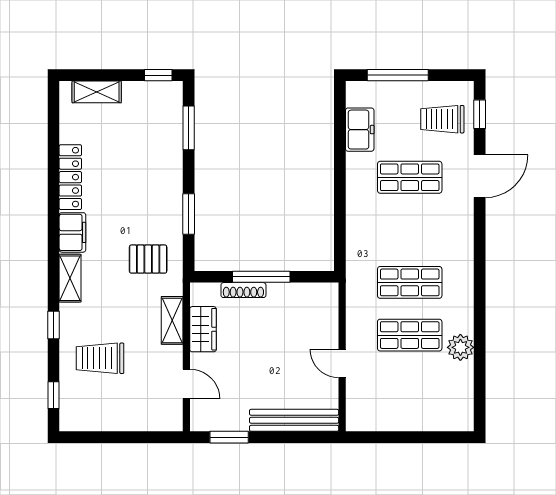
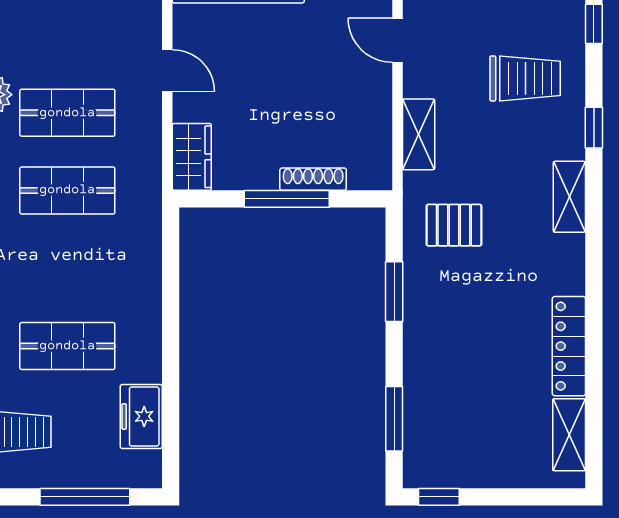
shelving: (97, 92) -> (569, 435), moved, turned 90
filing cabinet: (72, 232) -> (566, 264), removed
wardrobe: (203, 329) -> (192, 157), moved, turned 180

